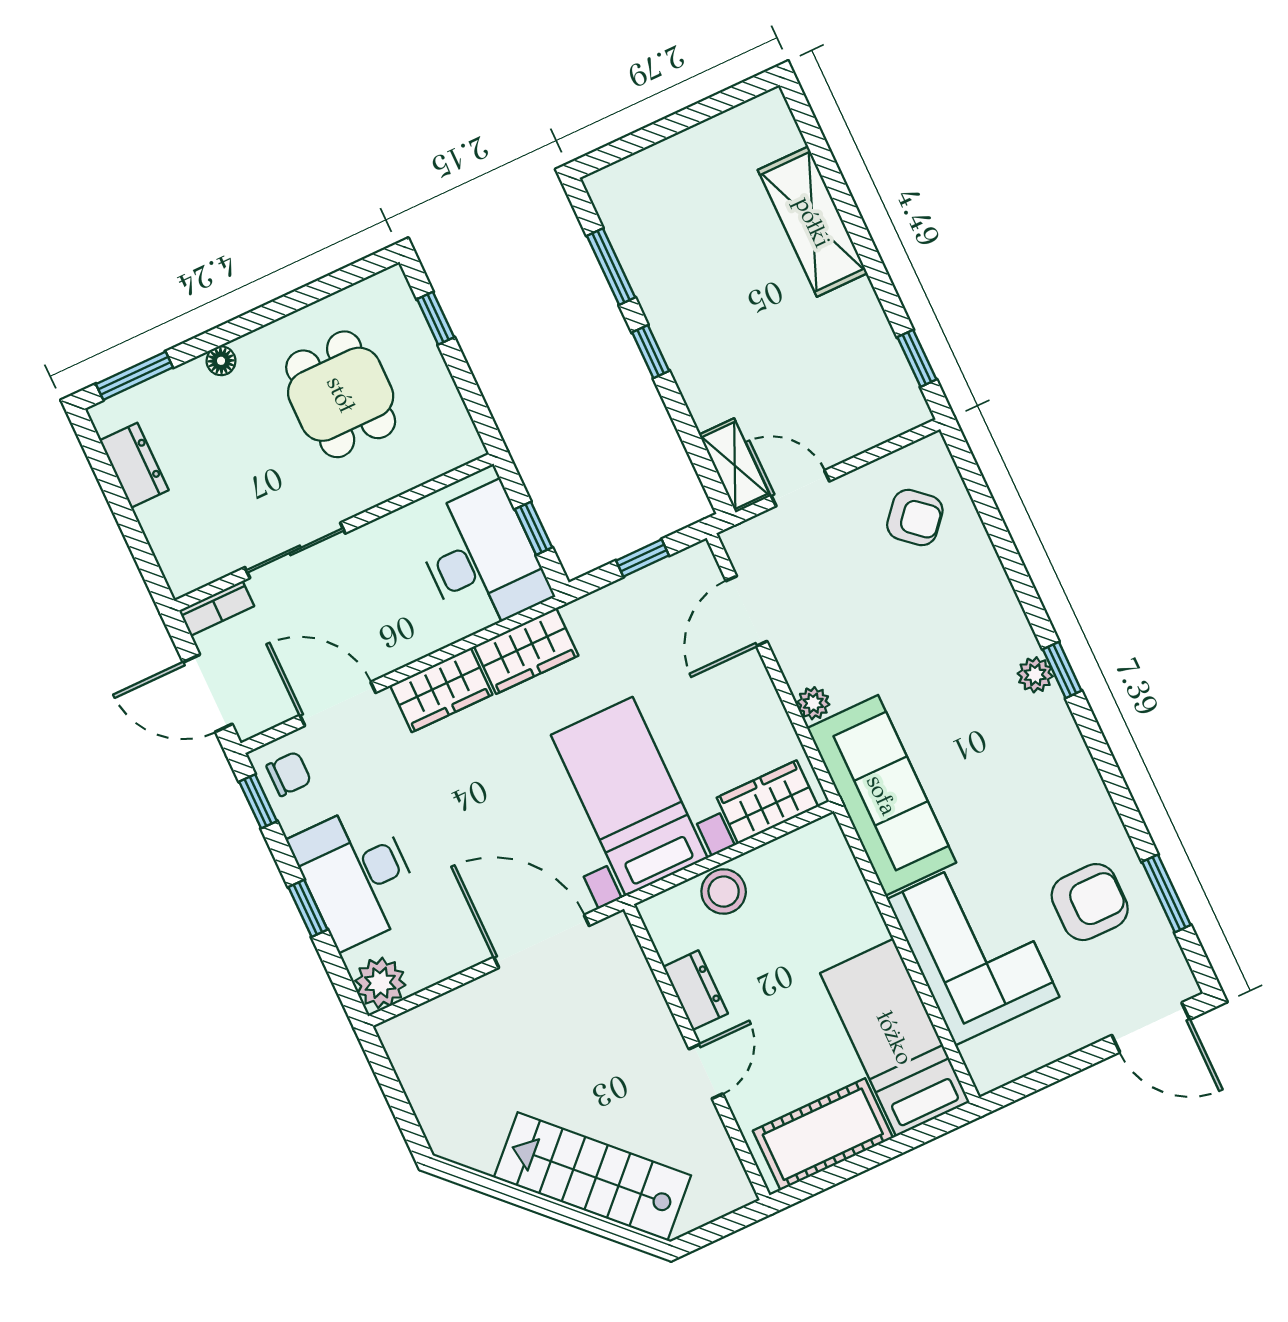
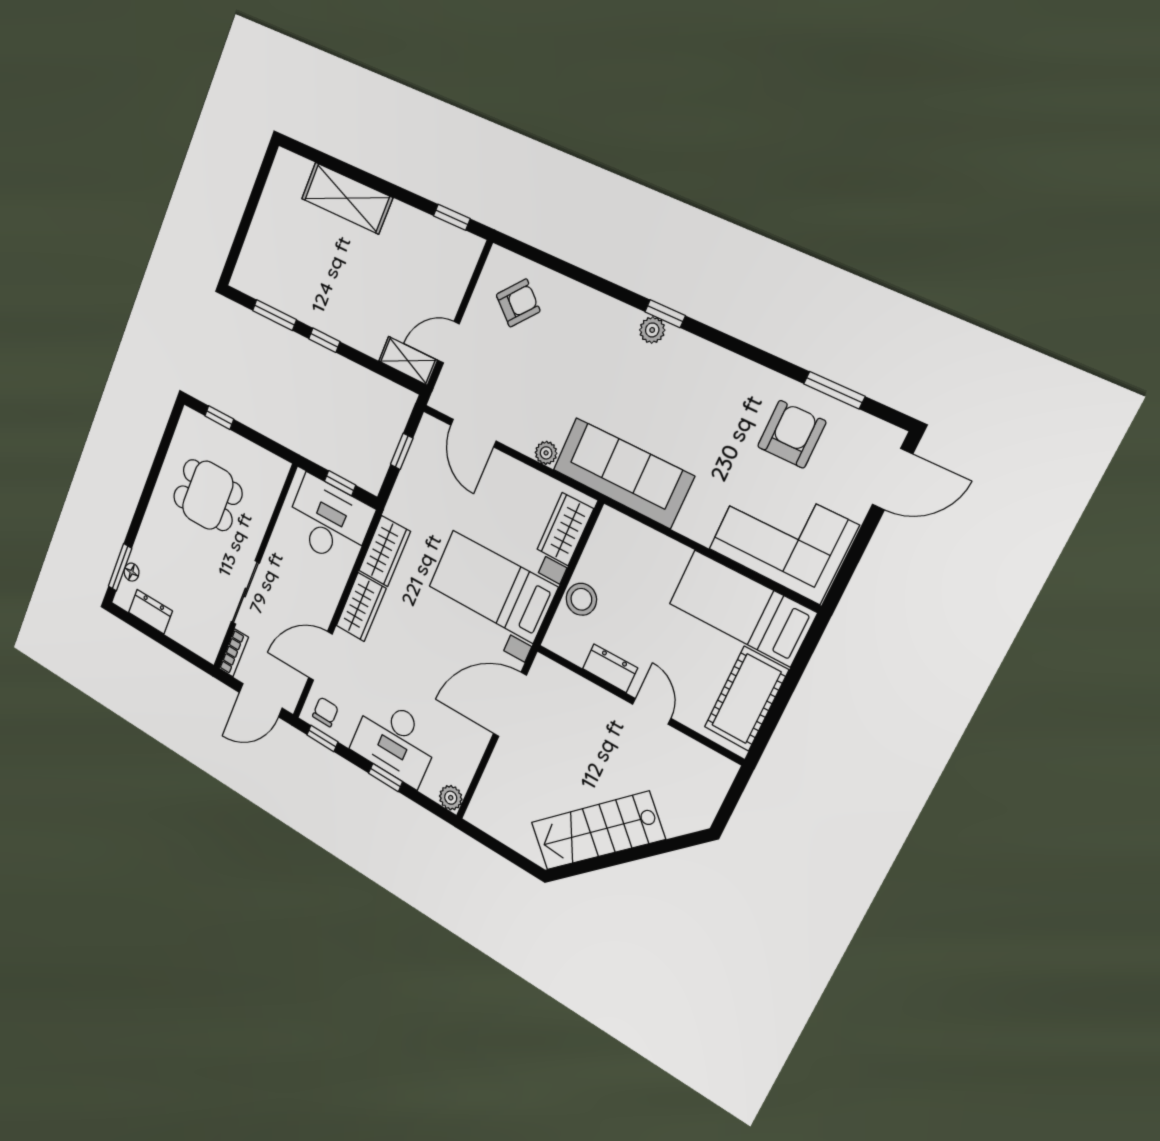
floor lamp: (221, 361) -> (132, 572), moved
corner sofa: (973, 948) -> (783, 537), moved
plant: (380, 983) -> (451, 798), width x0.73, depth x0.73
stairs: (592, 1176) -> (597, 831), moved

